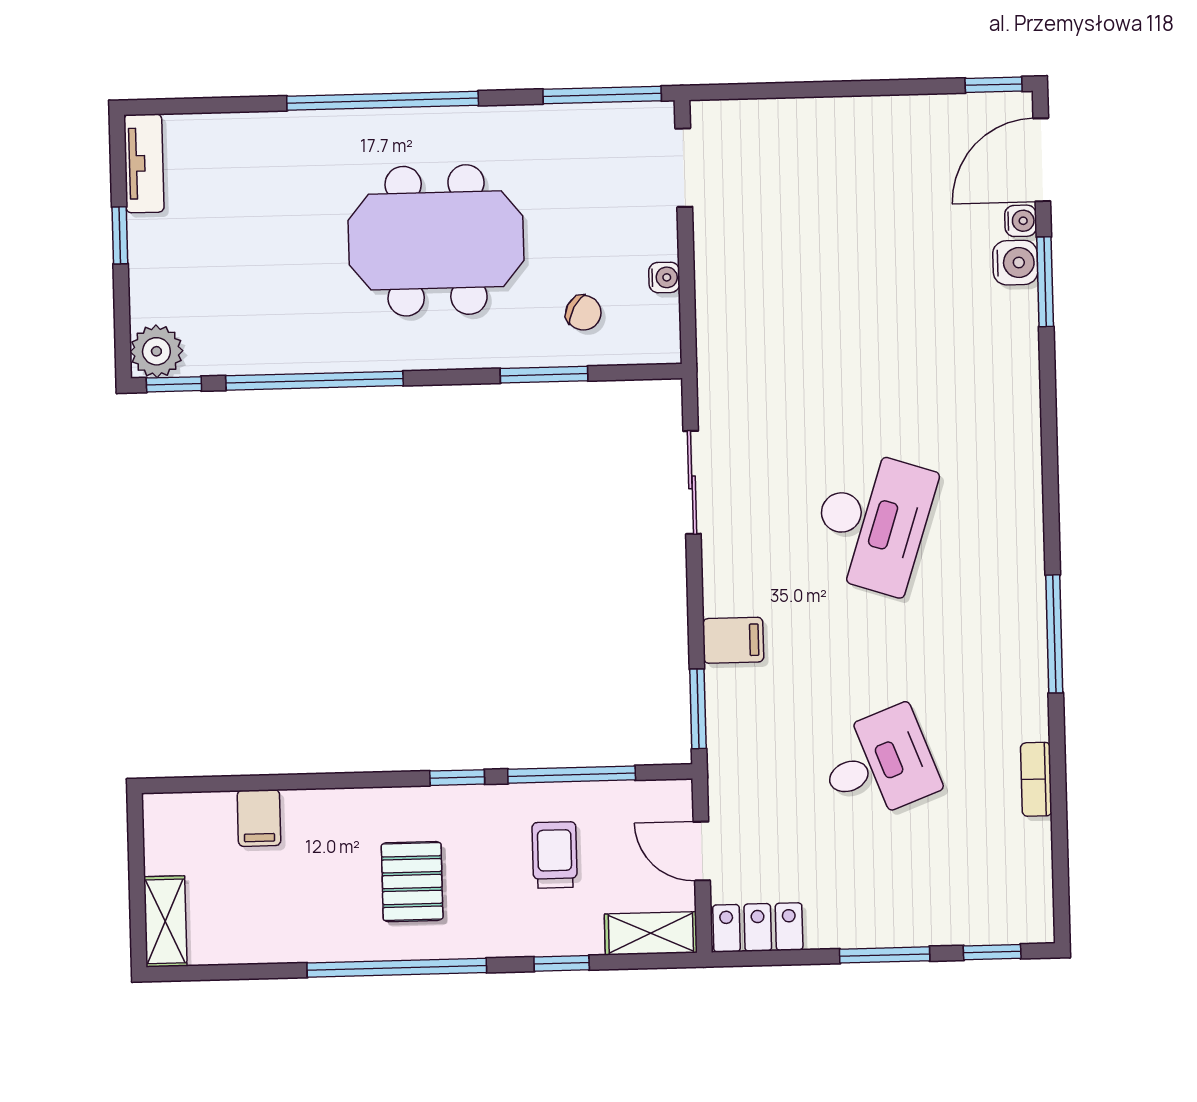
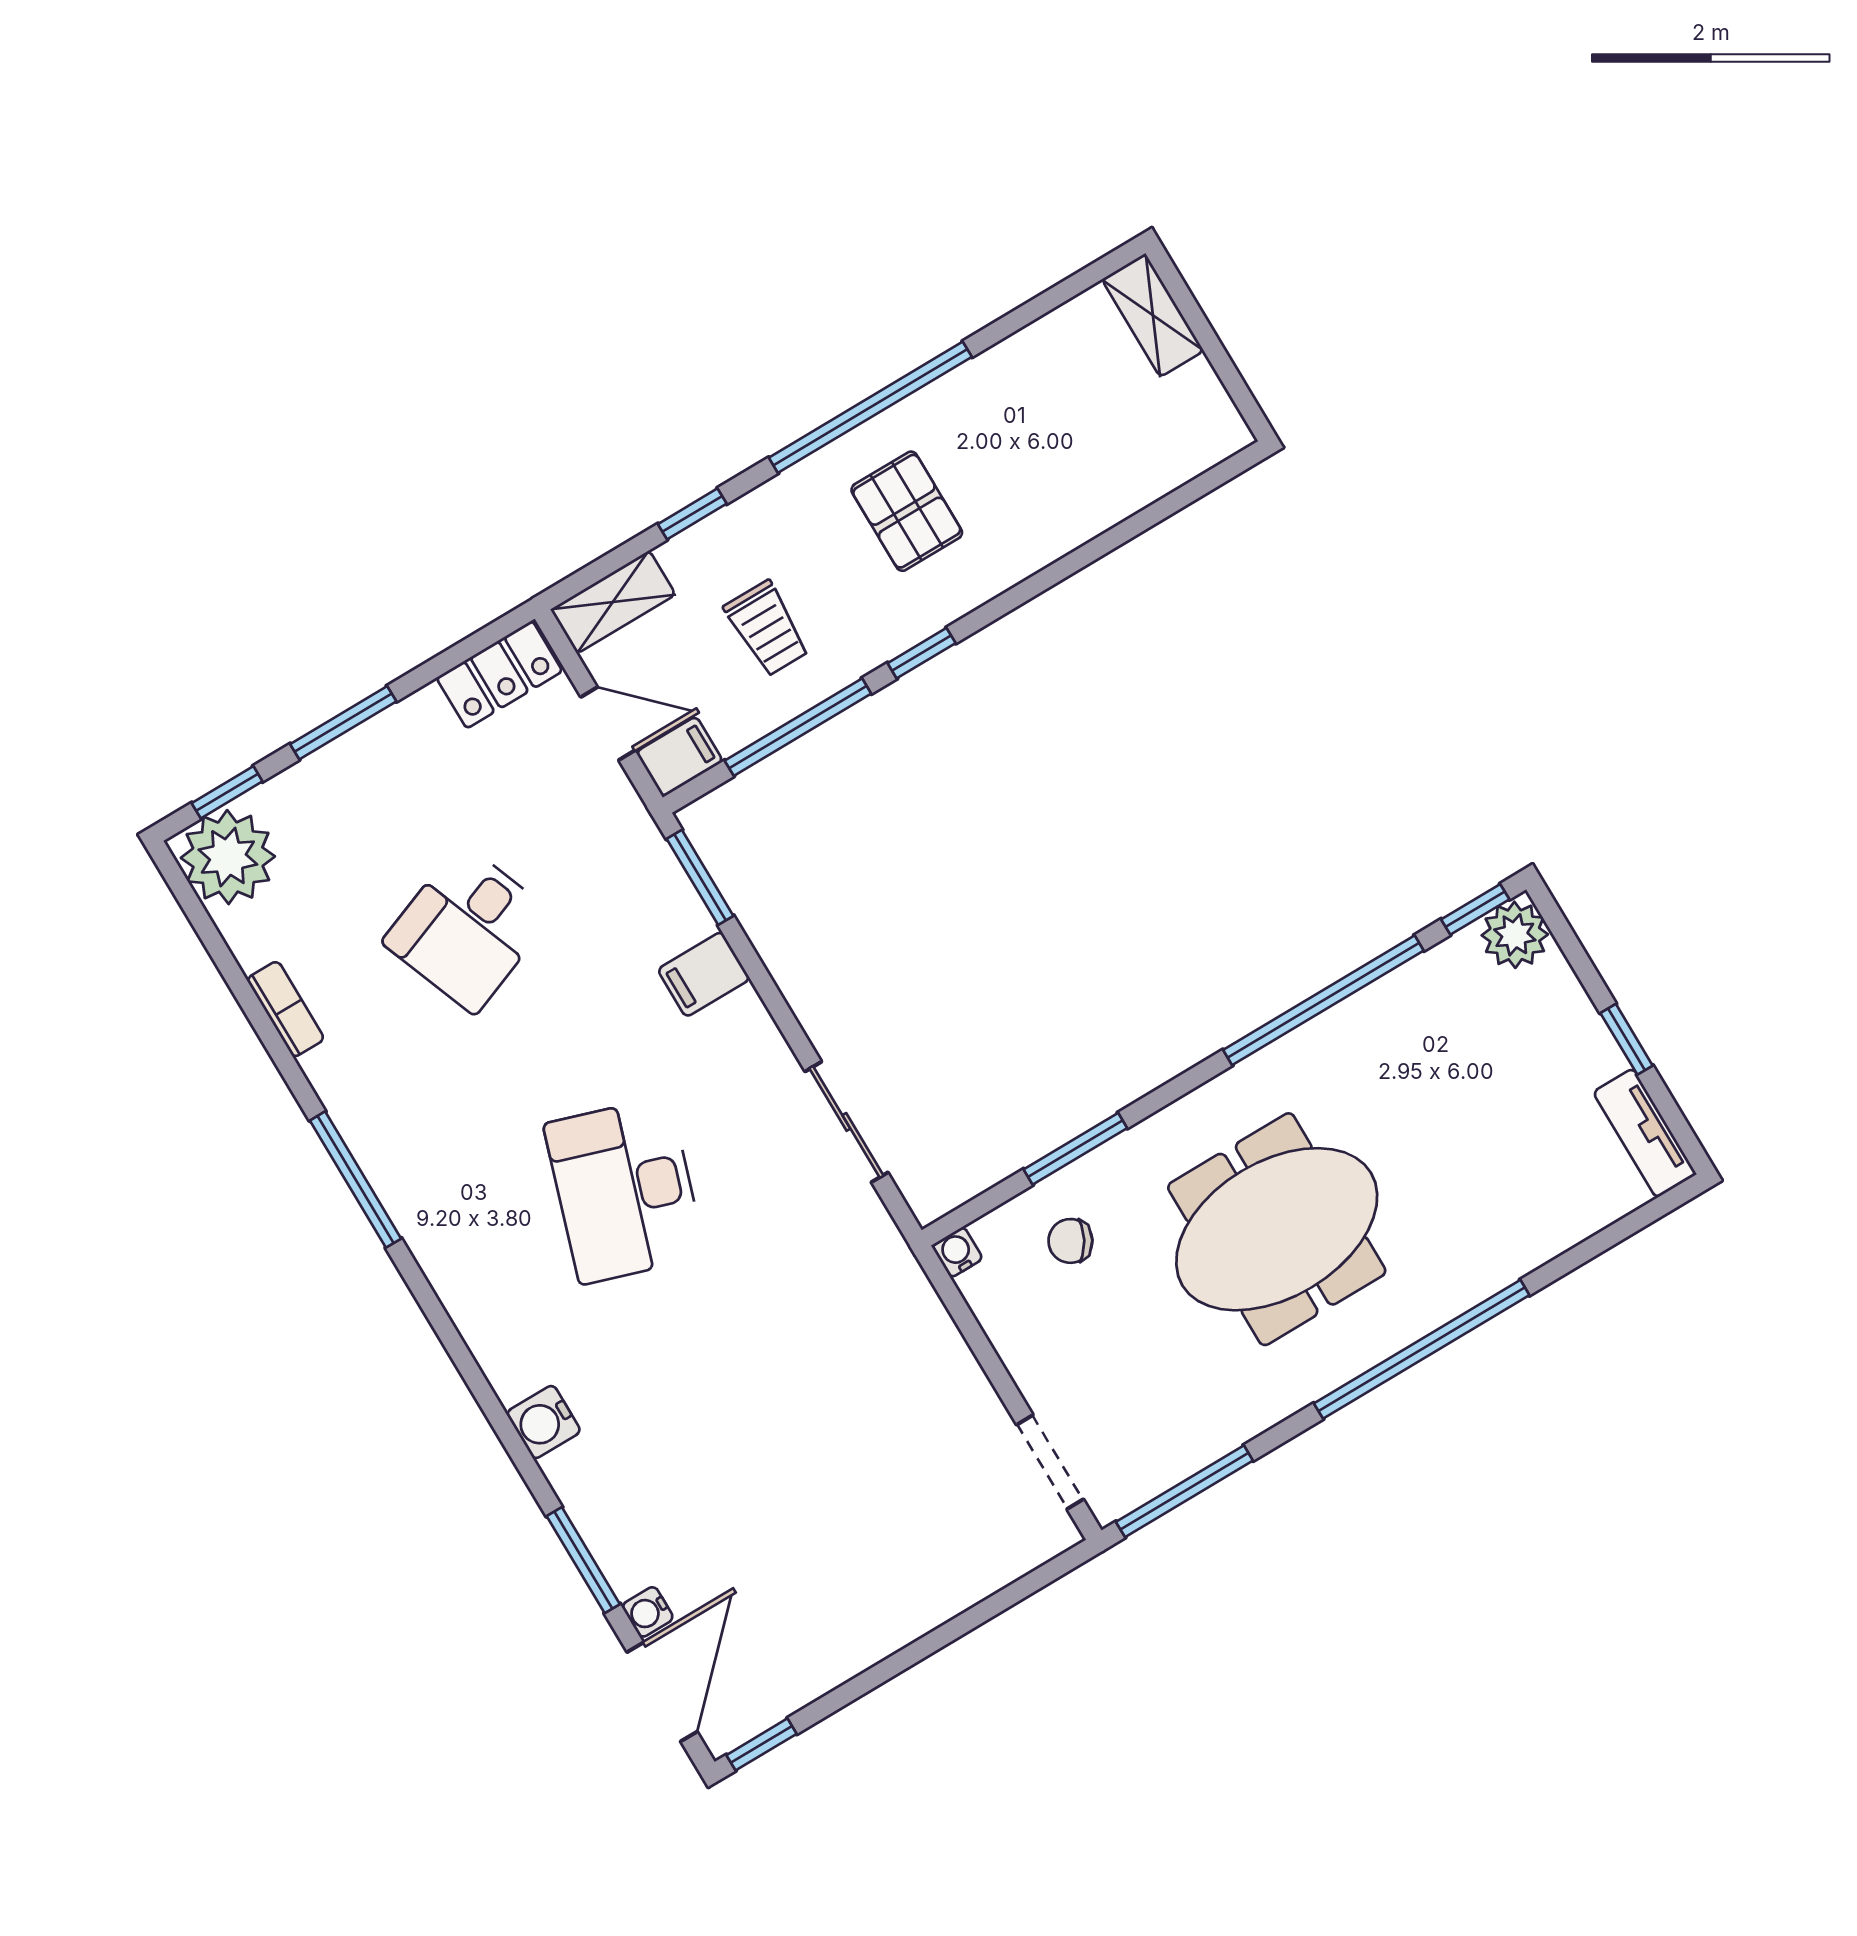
water cooler: (1015, 263) -> (544, 1422), moved
water cooler: (664, 277) -> (957, 1252), moved, turned 90
filing cabinet: (259, 818) -> (679, 757), moved, turned 90
plant: (1017, 907) -> (228, 857), added

